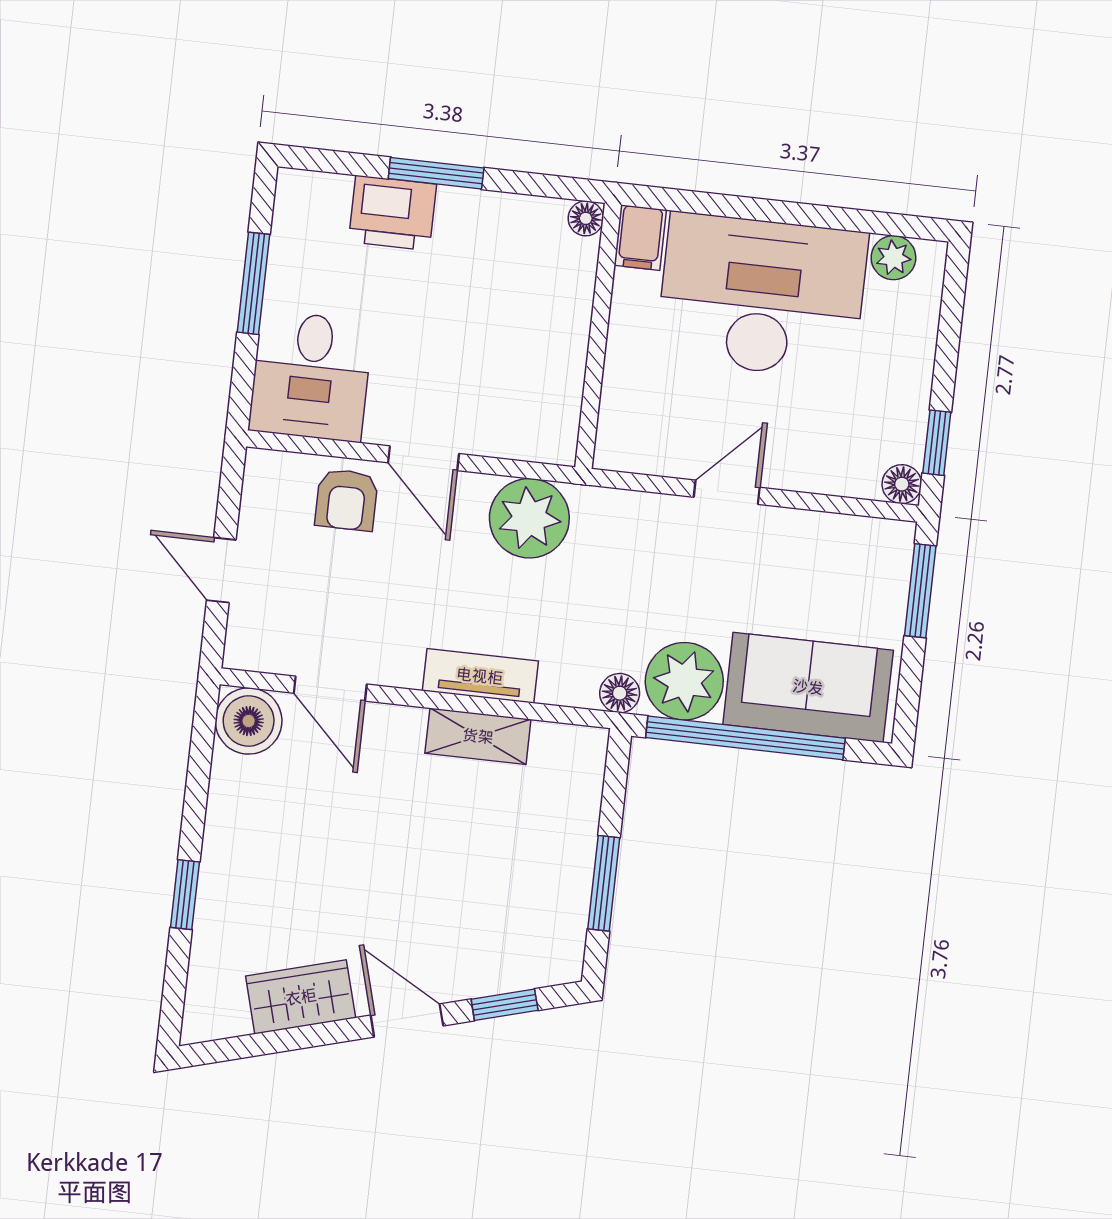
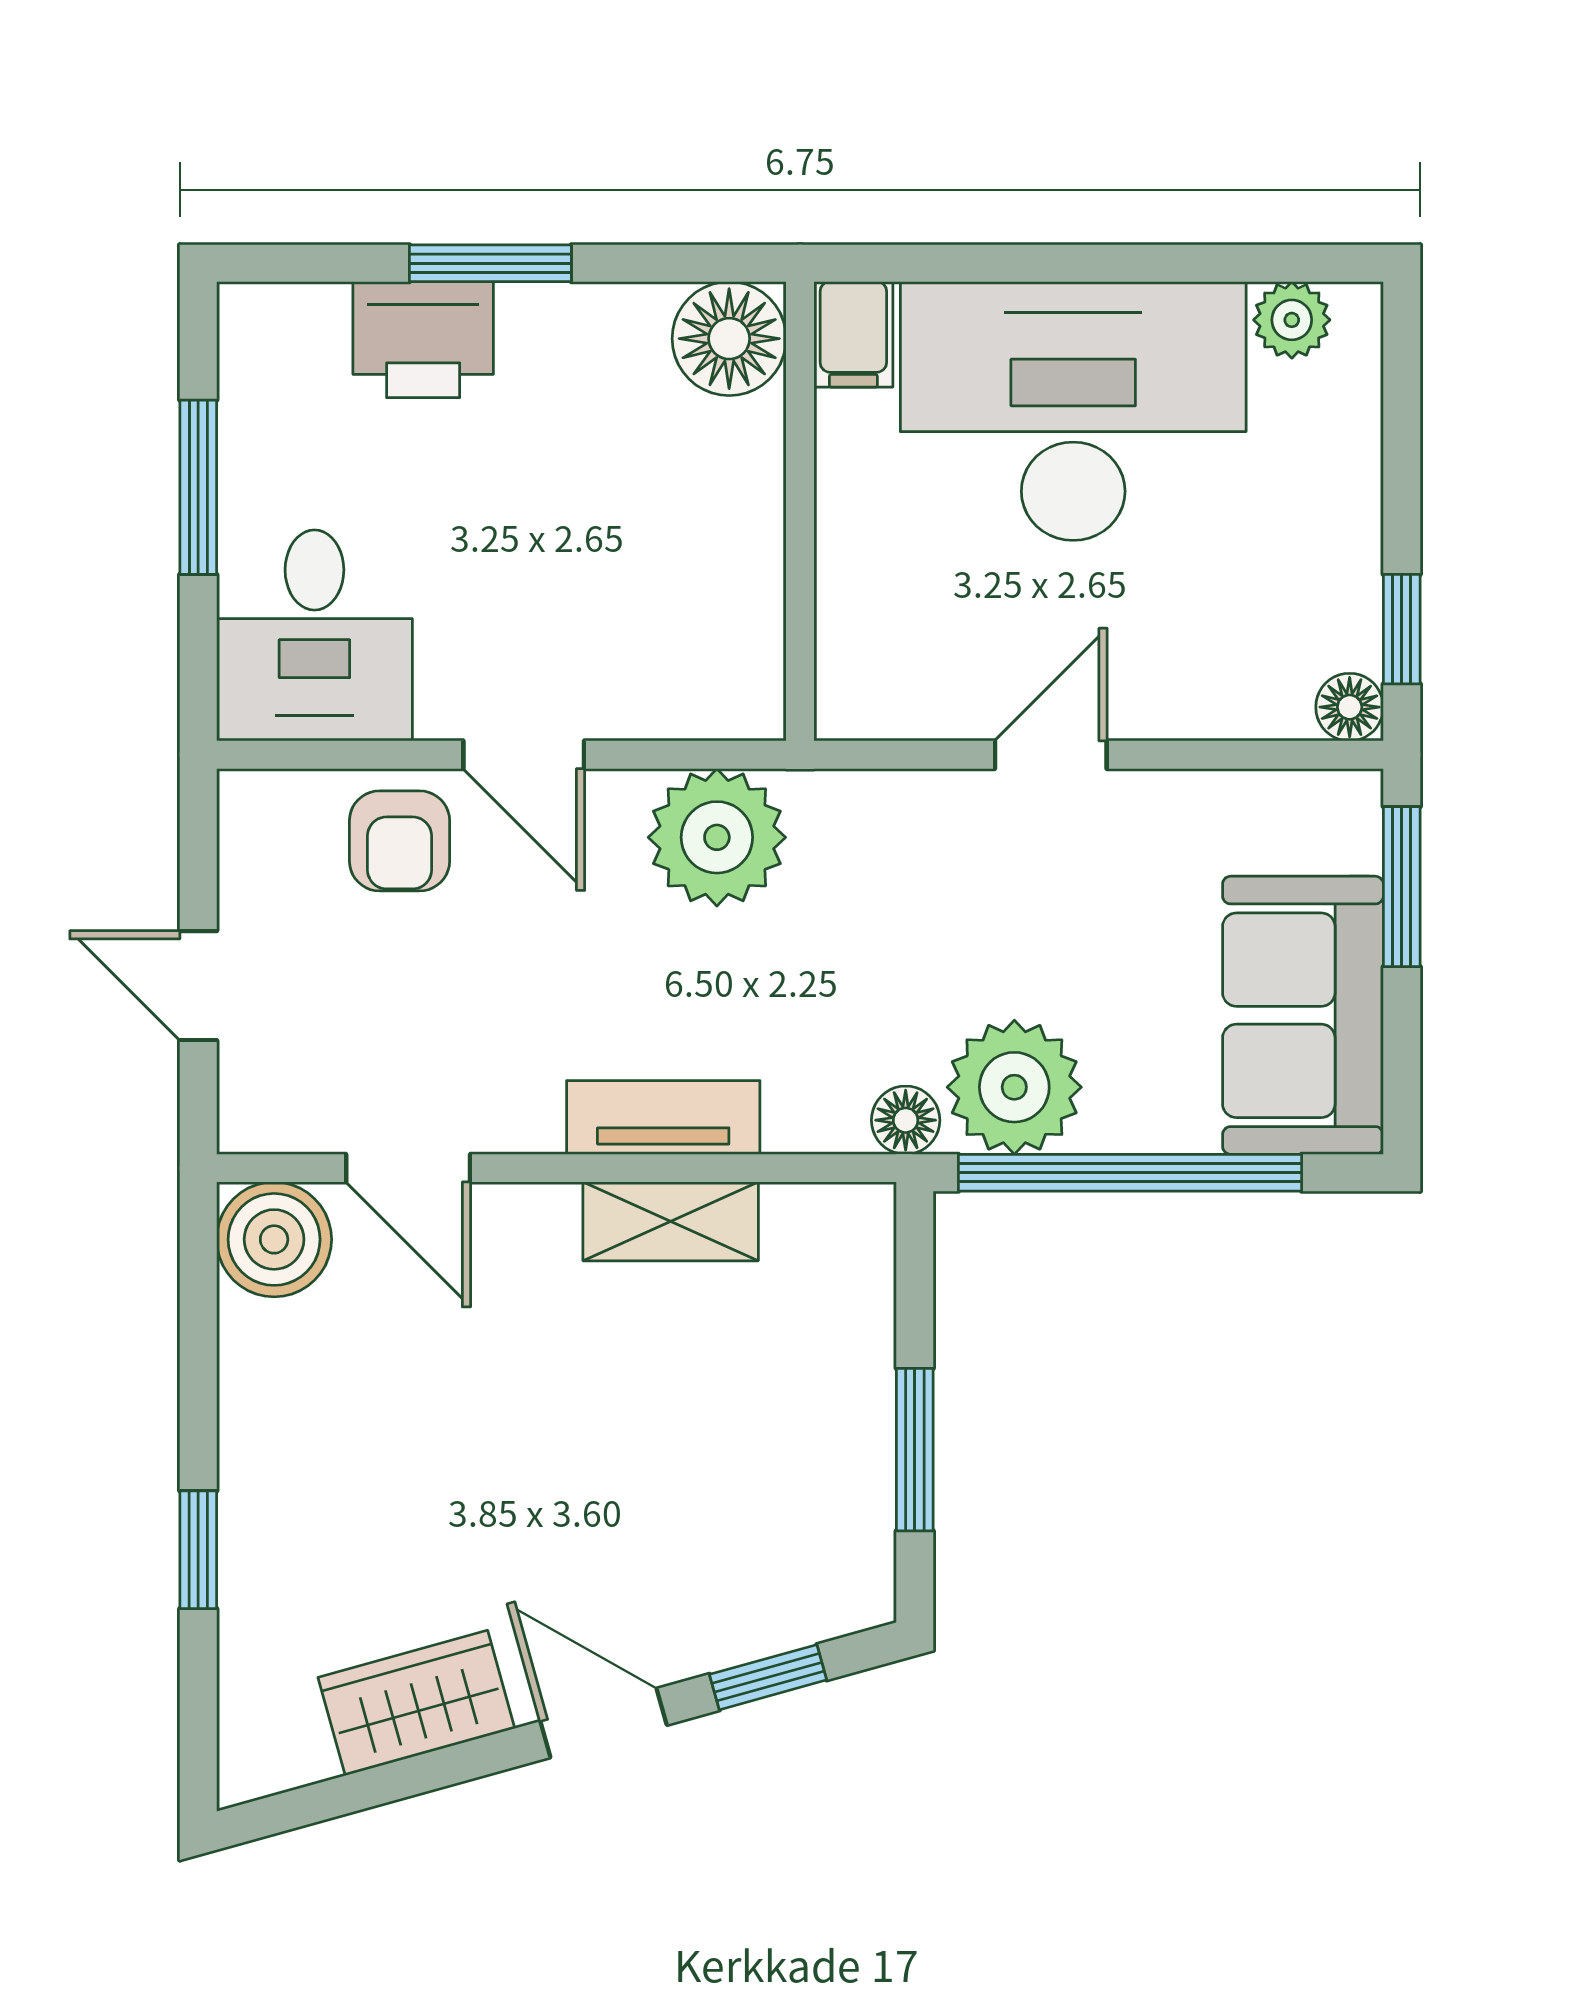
floor lamp: (586, 218) -> (729, 339), width x1.89, depth x1.89
sofa: (808, 687) -> (1303, 1015), moved, turned -90

